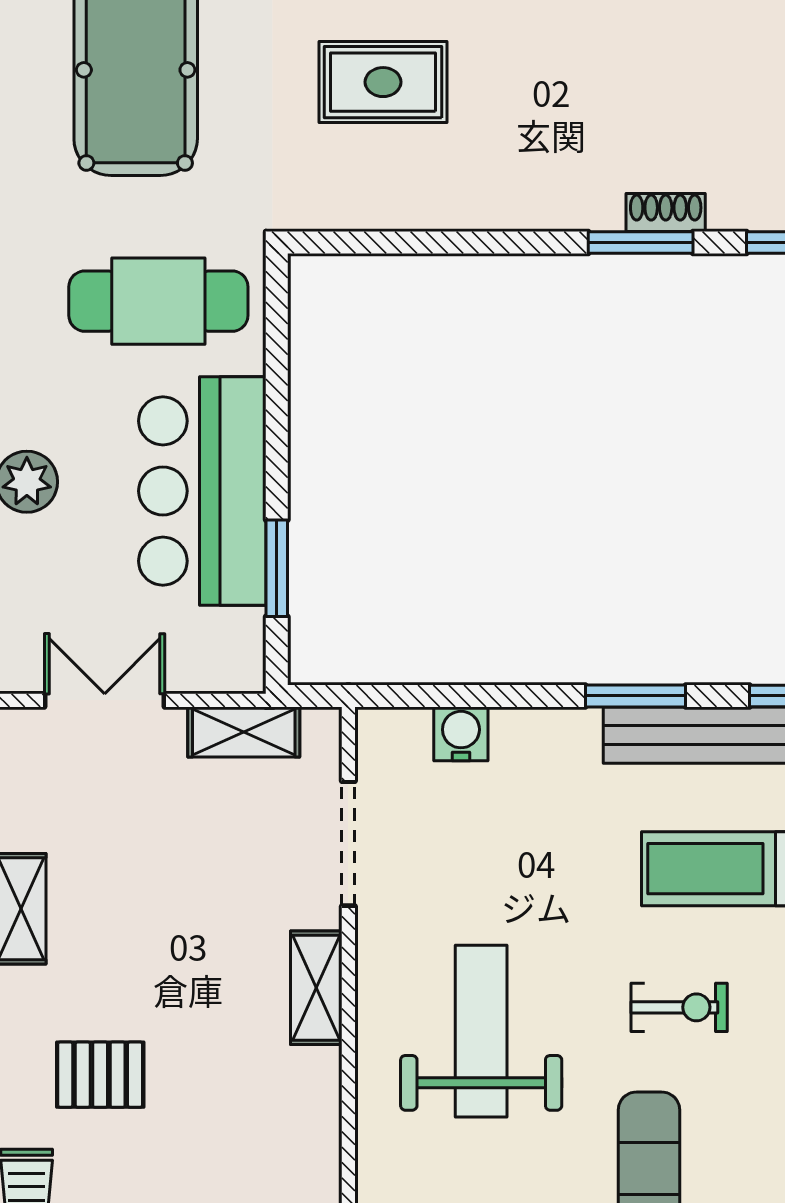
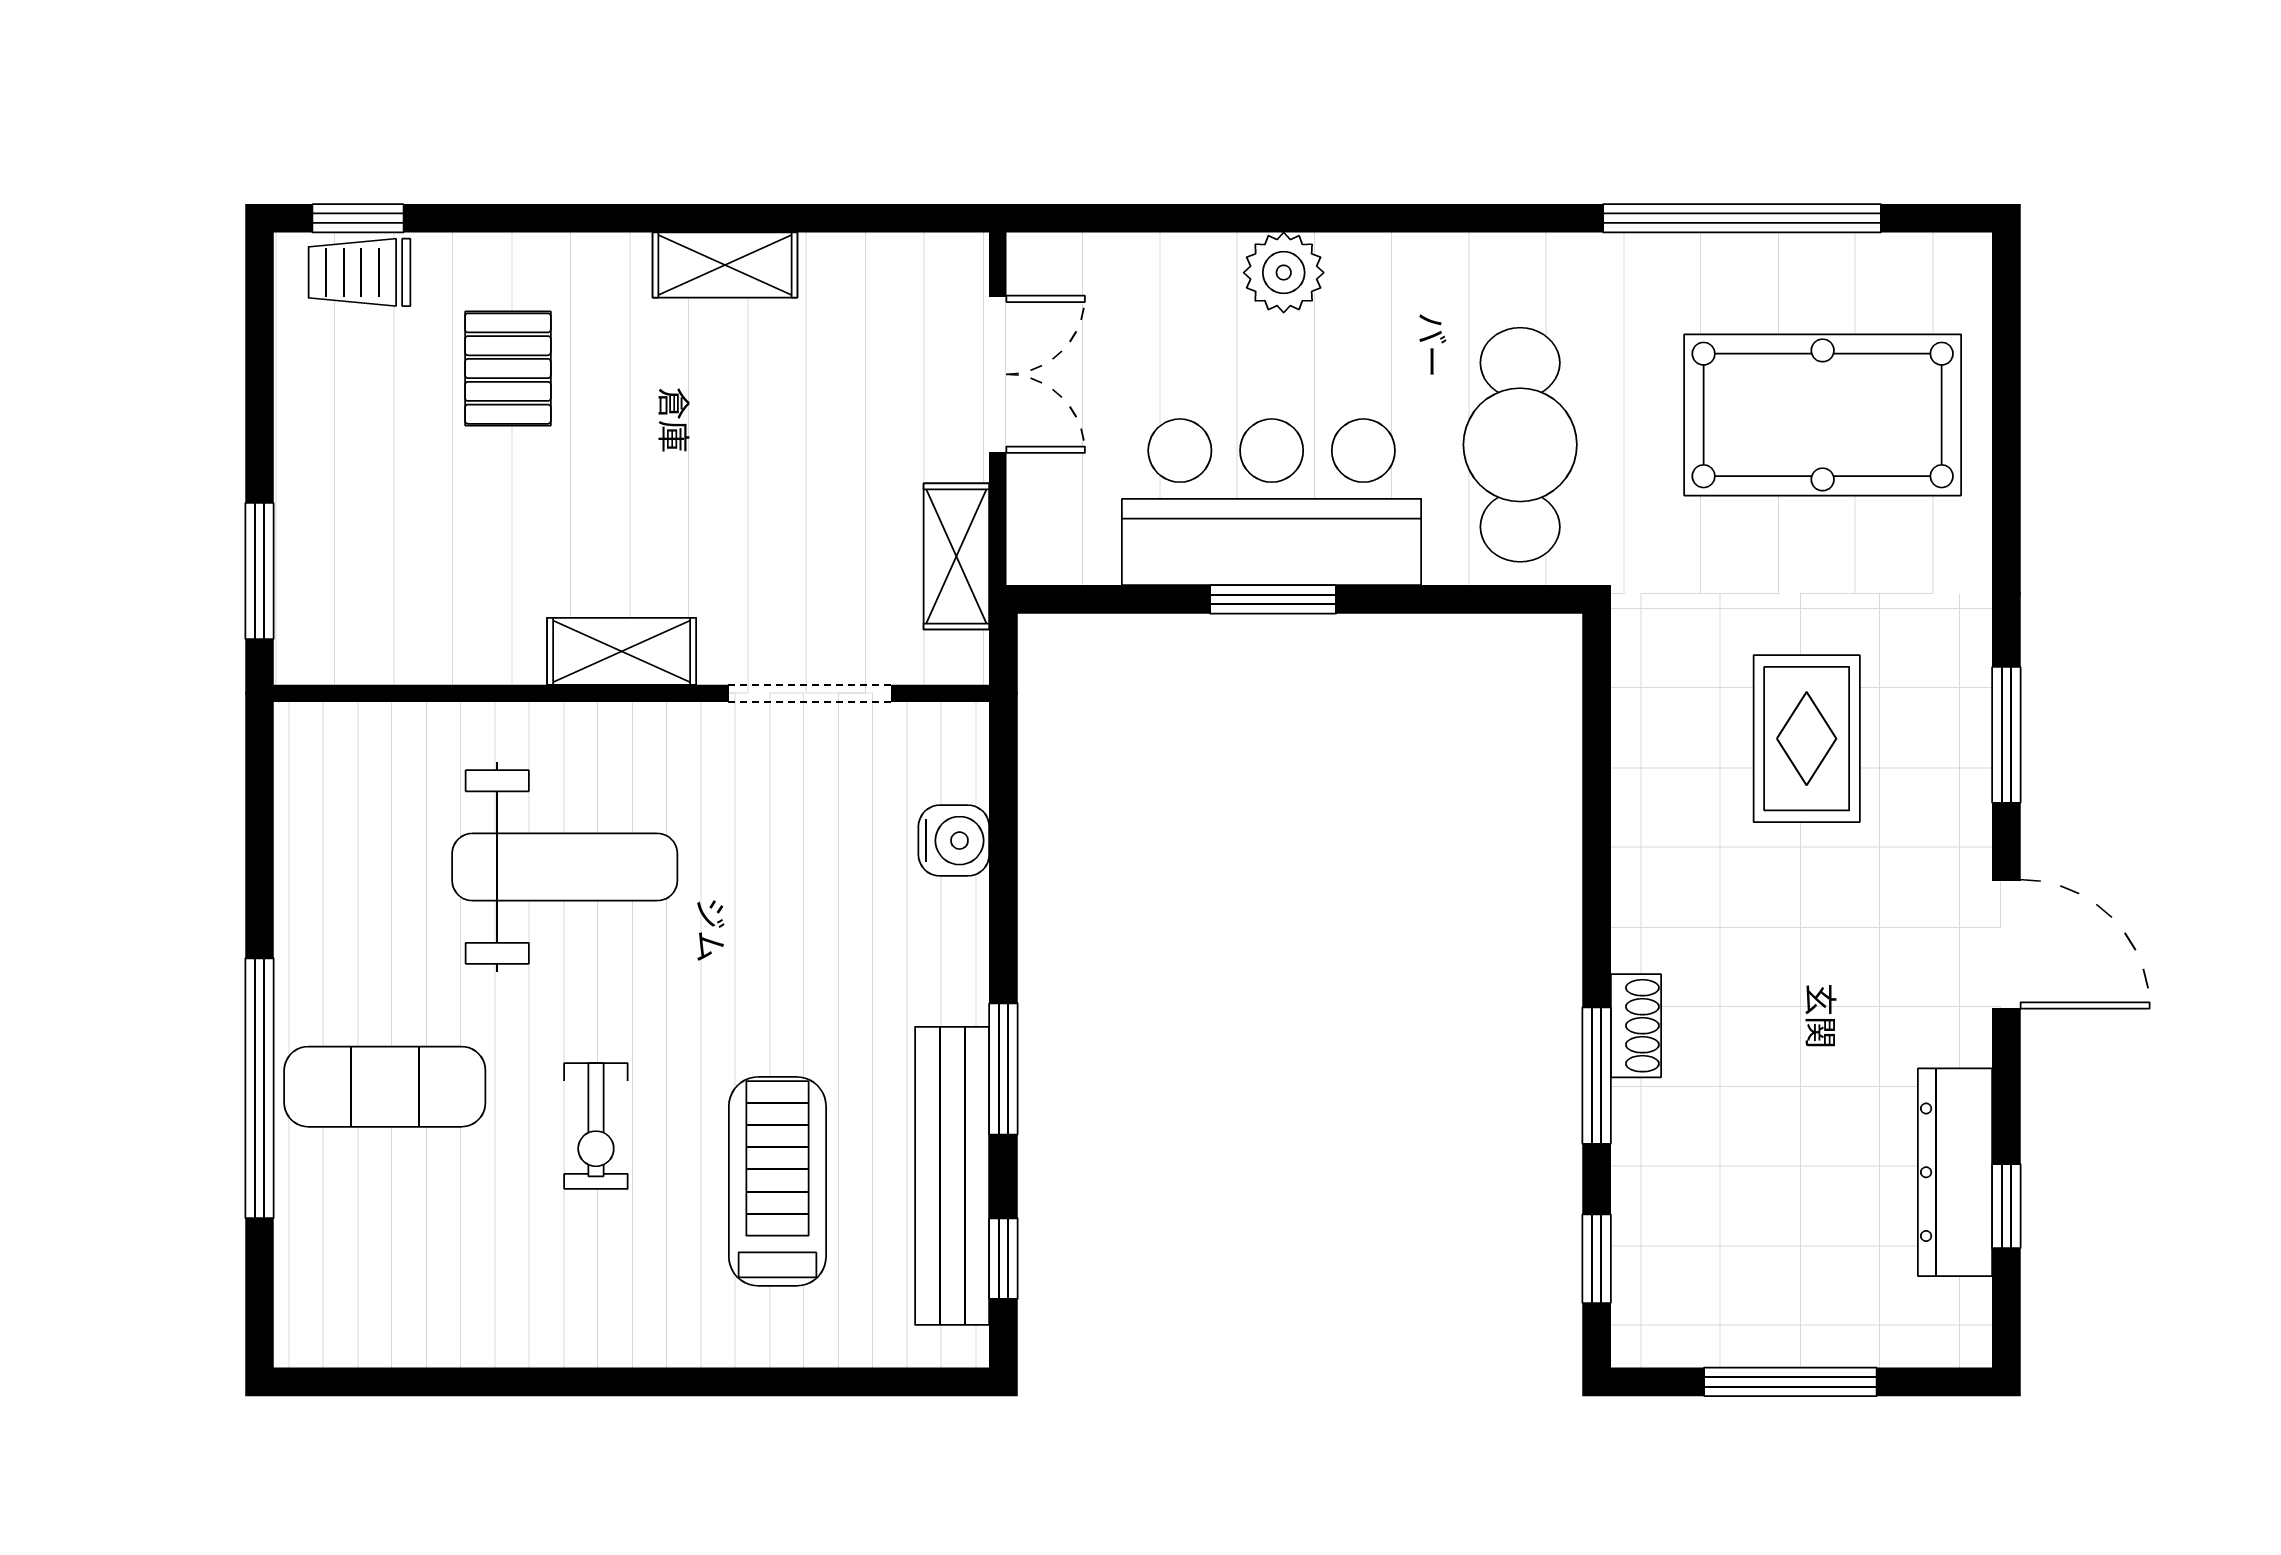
shoe rack: (666, 213) -> (1636, 1026), moved
window: (277, 568) -> (1273, 599), moved

